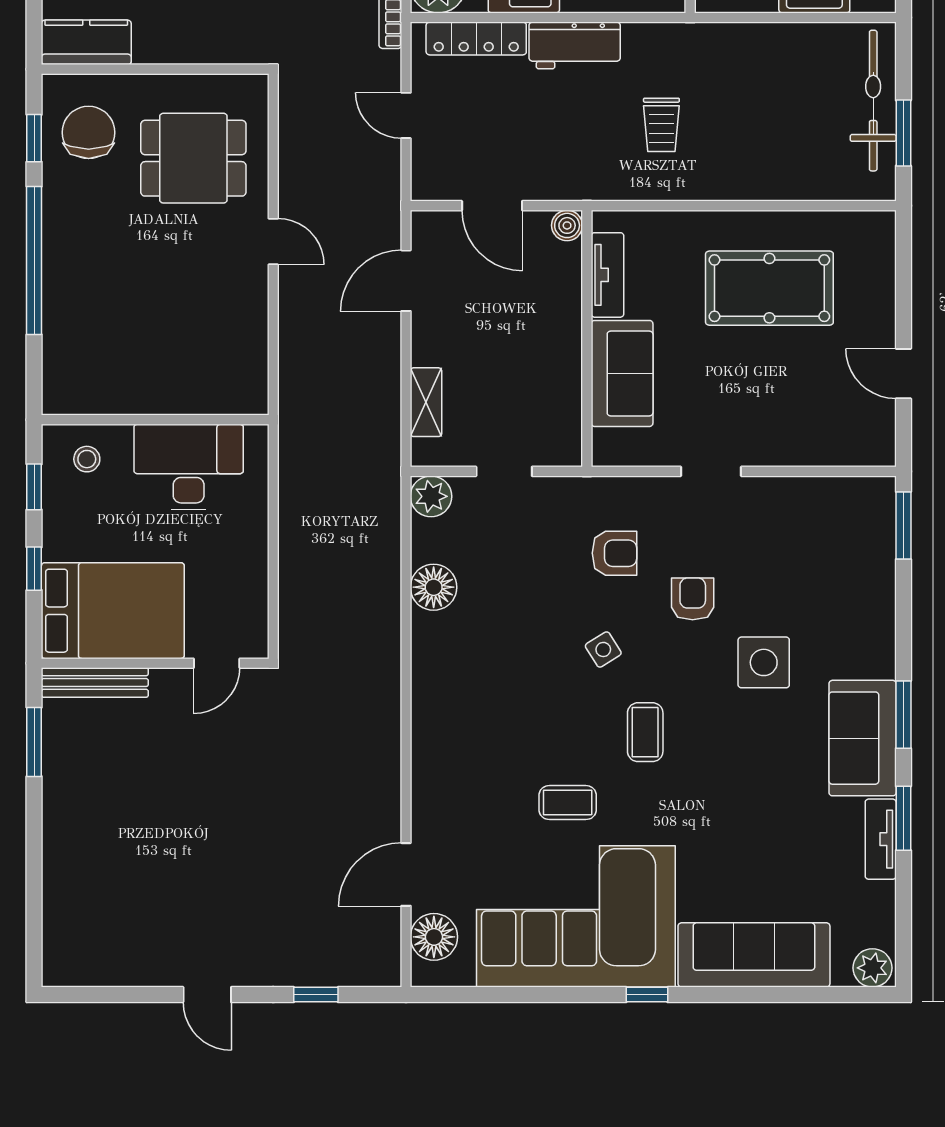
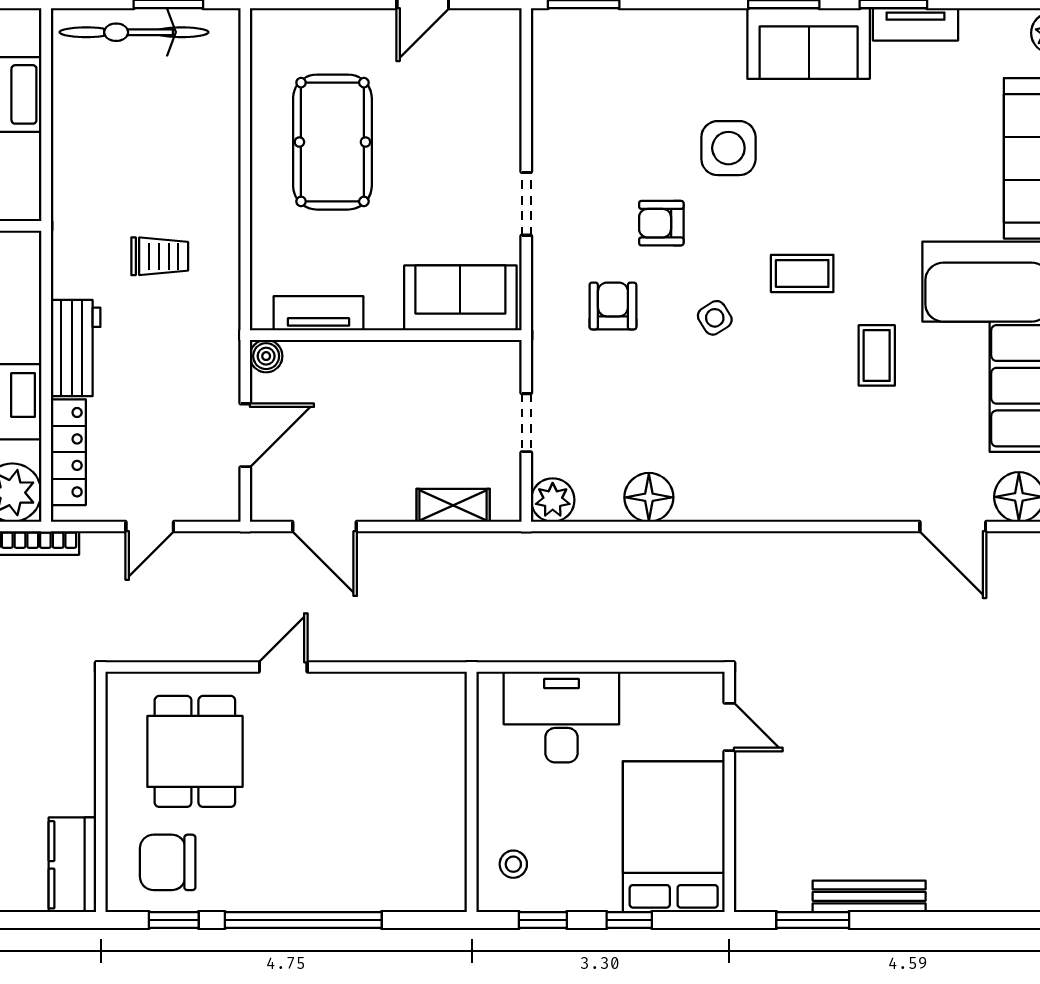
sofa: (622, 373) -> (460, 298), moved
desk: (189, 467) -> (561, 717), moved, turned 90
bench: (95, 683) -> (869, 896), moved, turned 90

